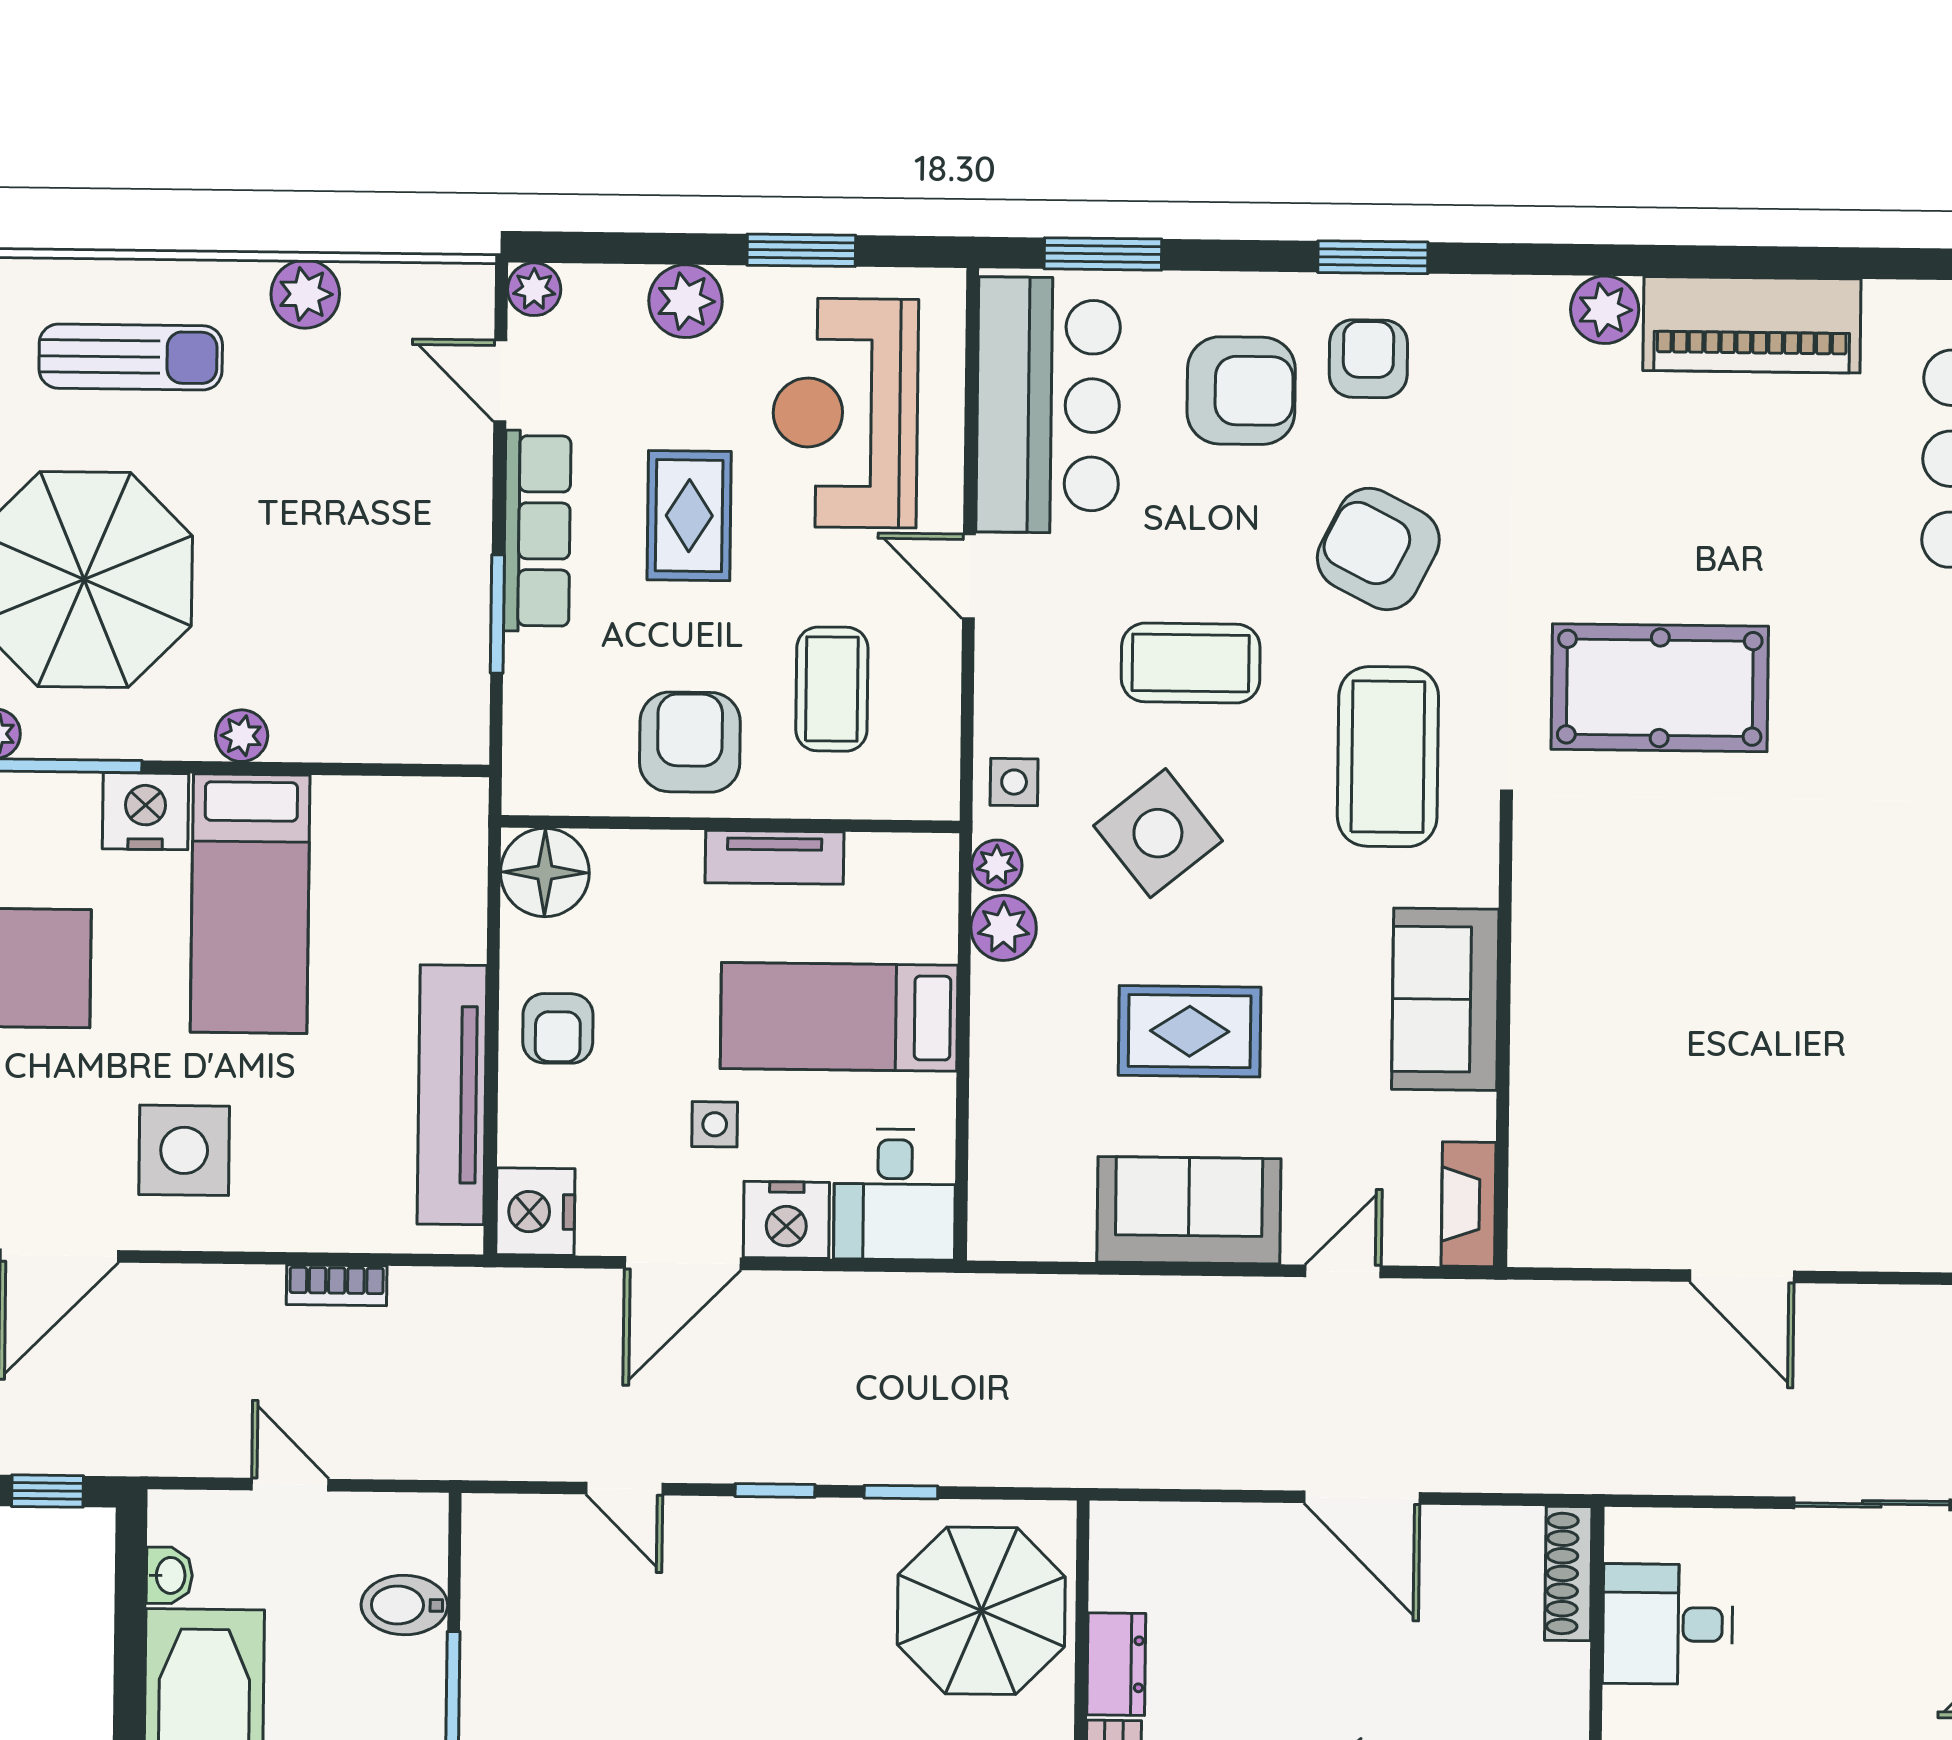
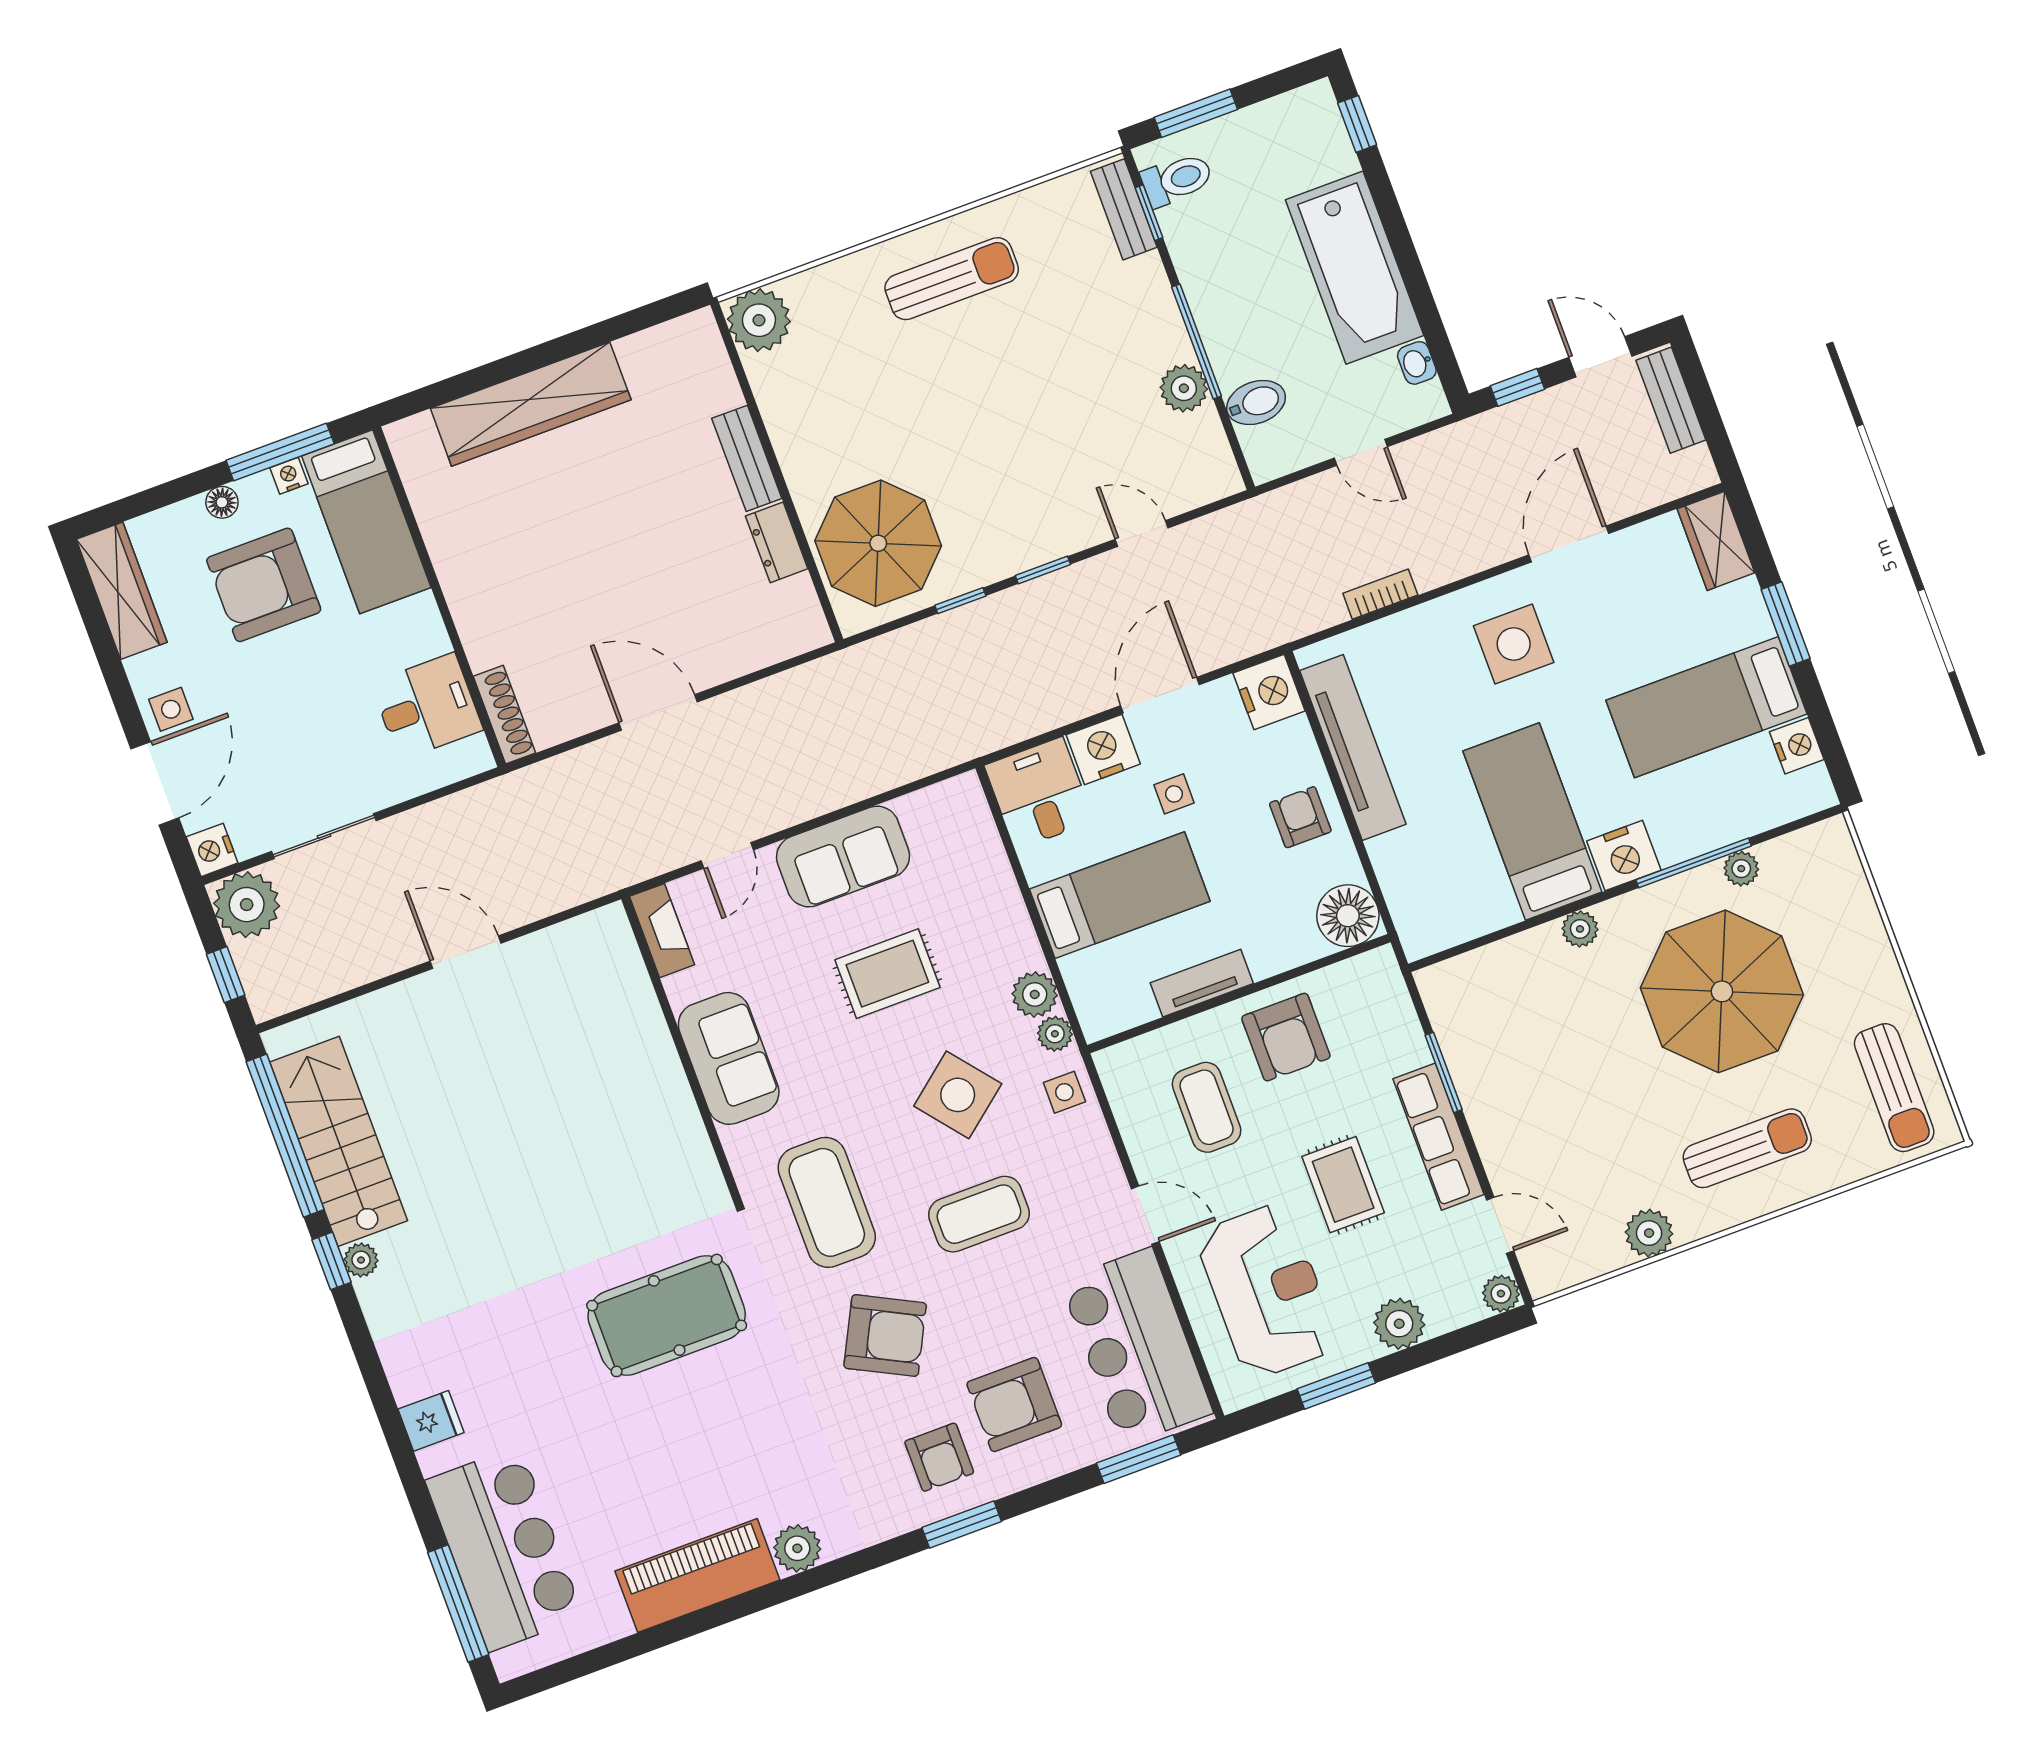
sun lounger: (131, 357) -> (1747, 1148), turned 180
plant: (494, 1661) -> (1184, 388), added

